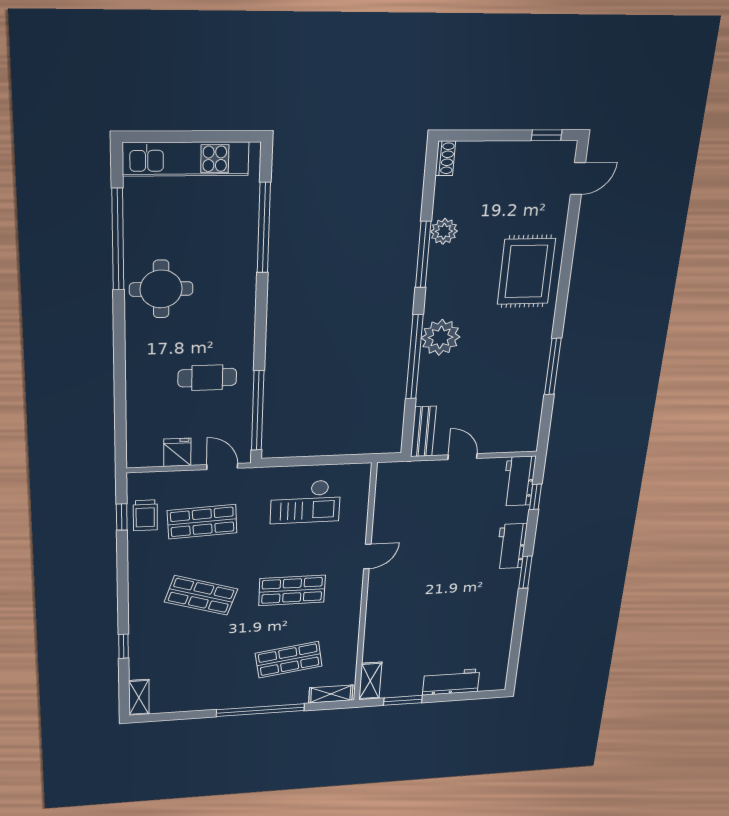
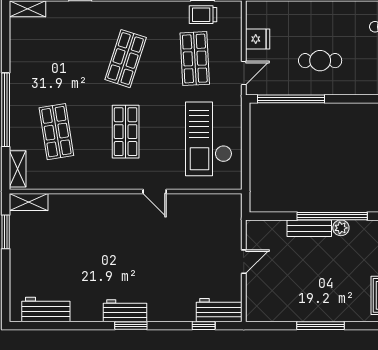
plant: (441, 337) -> (341, 228), width x0.53, depth x0.53
cafe table: (207, 378) -> (320, 61), turned 90
bench: (423, 431) -> (309, 228), moved
checkout: (305, 502) -> (209, 139), width x1.36, depth x1.21
workbench: (511, 546) -> (125, 311), moved
workbench: (451, 682) -> (46, 309), moved, turned -90

